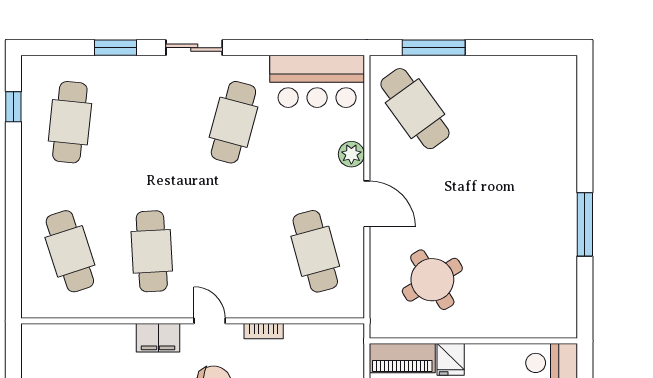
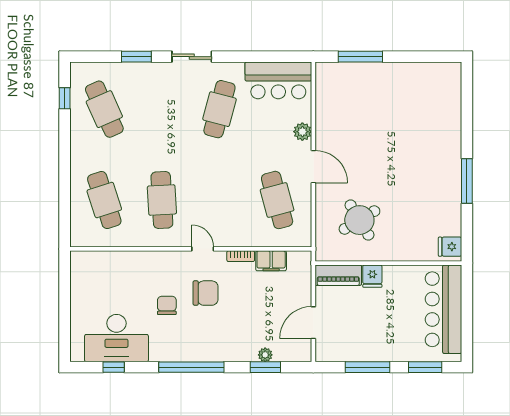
cafe table: (415, 109) -> (347, 100), removed
cafe table: (70, 122) -> (104, 109), turned -30
fridge: (561, 318) -> (450, 247), added
filing cabinet: (158, 338) -> (271, 261), moved

